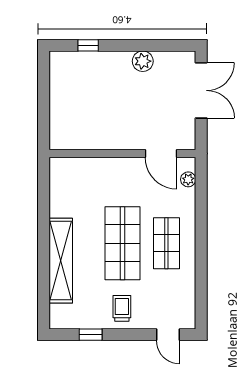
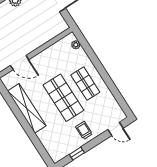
door: (161, 153) -> (20, 63), moved
shelving: (61, 261) -> (27, 108), moved

